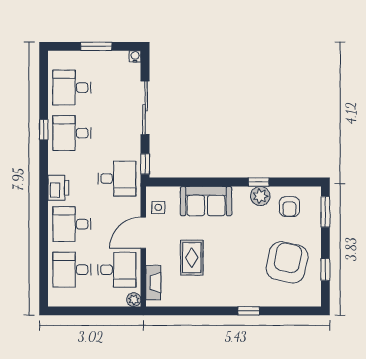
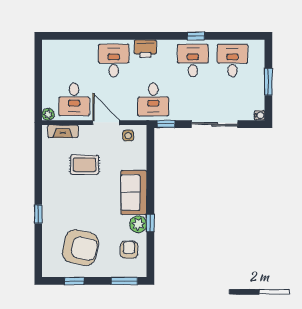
sofa: (206, 201) -> (134, 192), moved
armchair: (289, 207) -> (129, 250), turned 90
desk: (72, 270) -> (74, 61), removed

